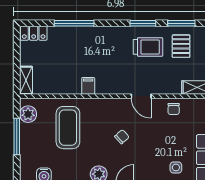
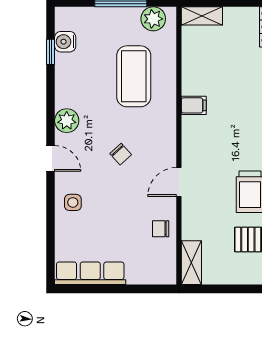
coffee table: (68, 128) -> (134, 76), turned 90
side table: (176, 167) -> (73, 202), moved

